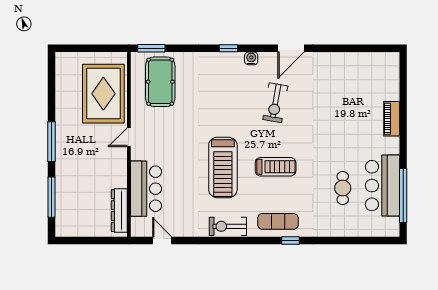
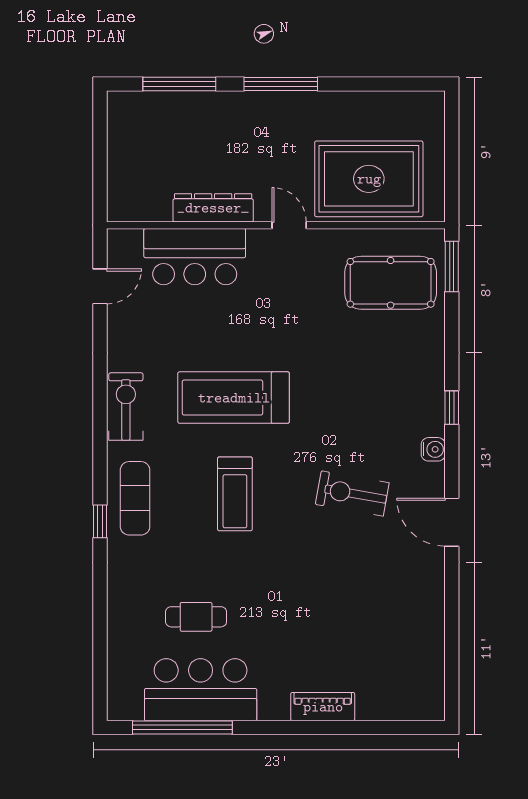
dresser: (119, 211) -> (213, 208), moved

